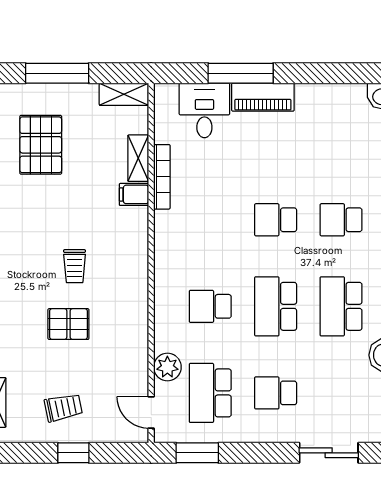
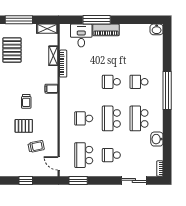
filing cabinet: (134, 194) -> (51, 89), moved
plant: (167, 367) -> (66, 144), removed
trolley: (63, 408) -> (36, 146), moved

